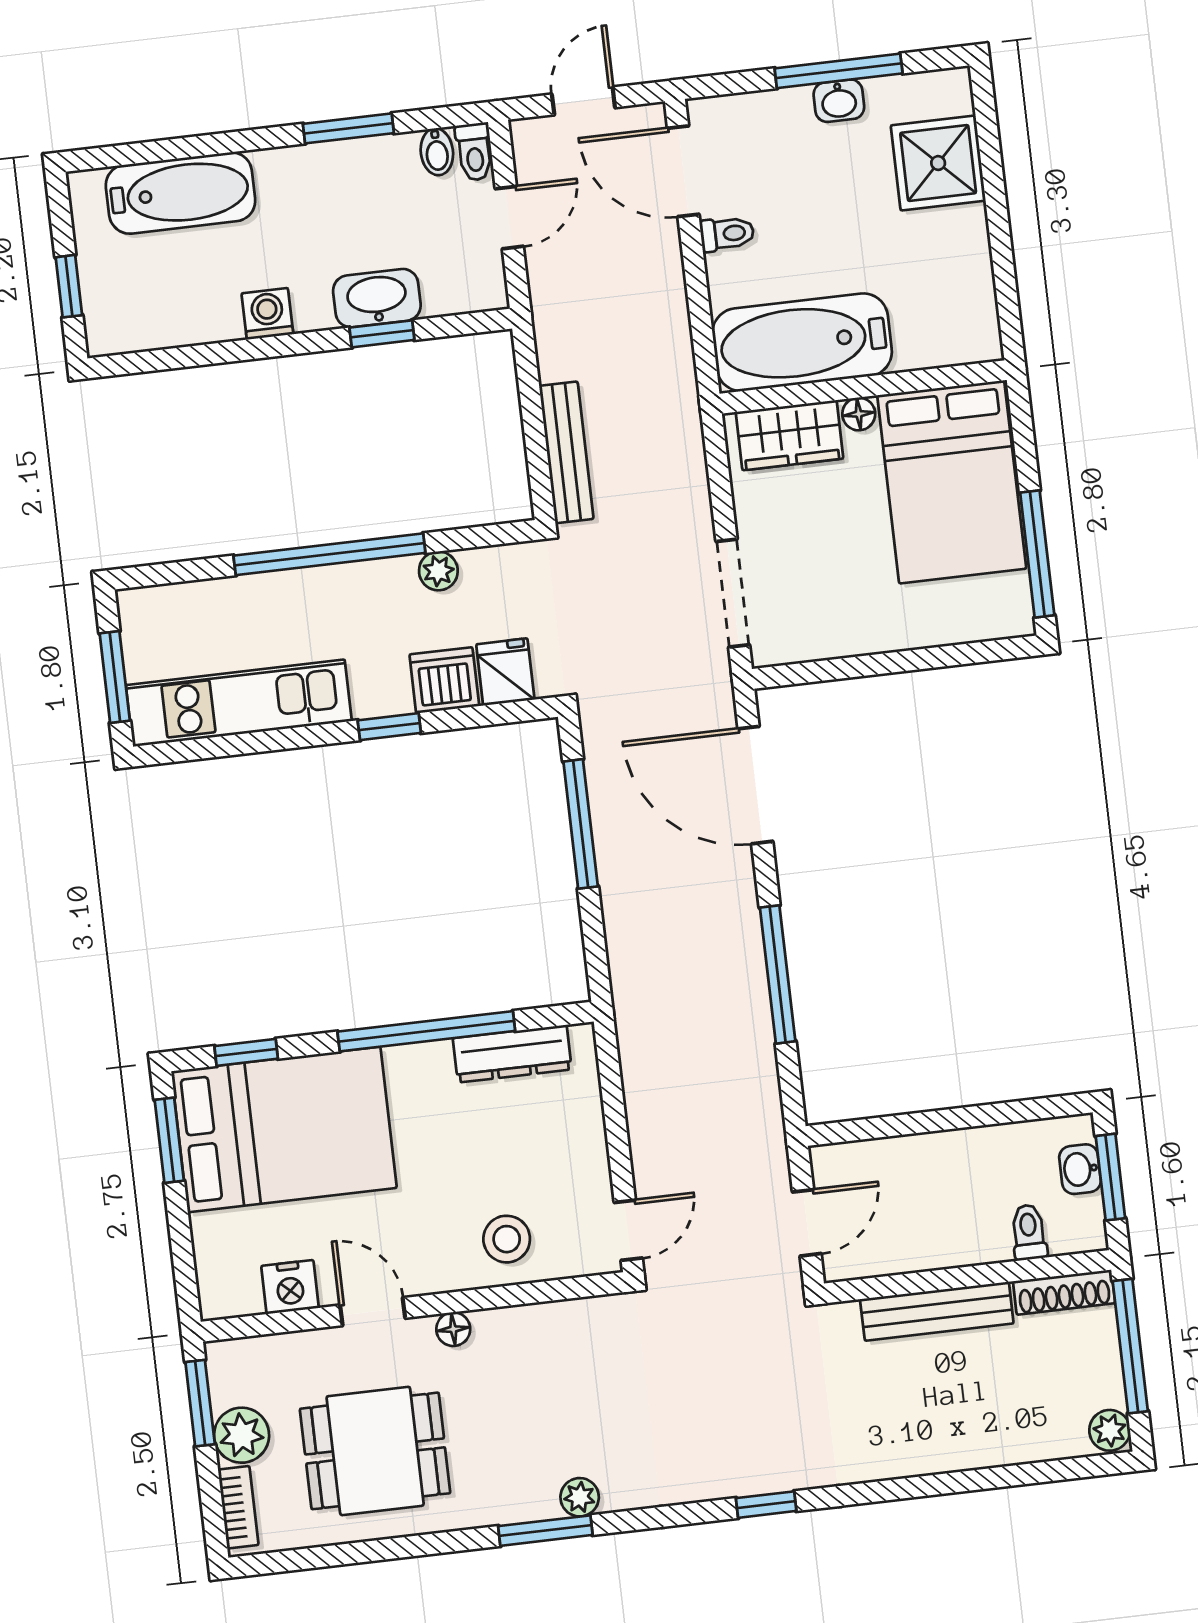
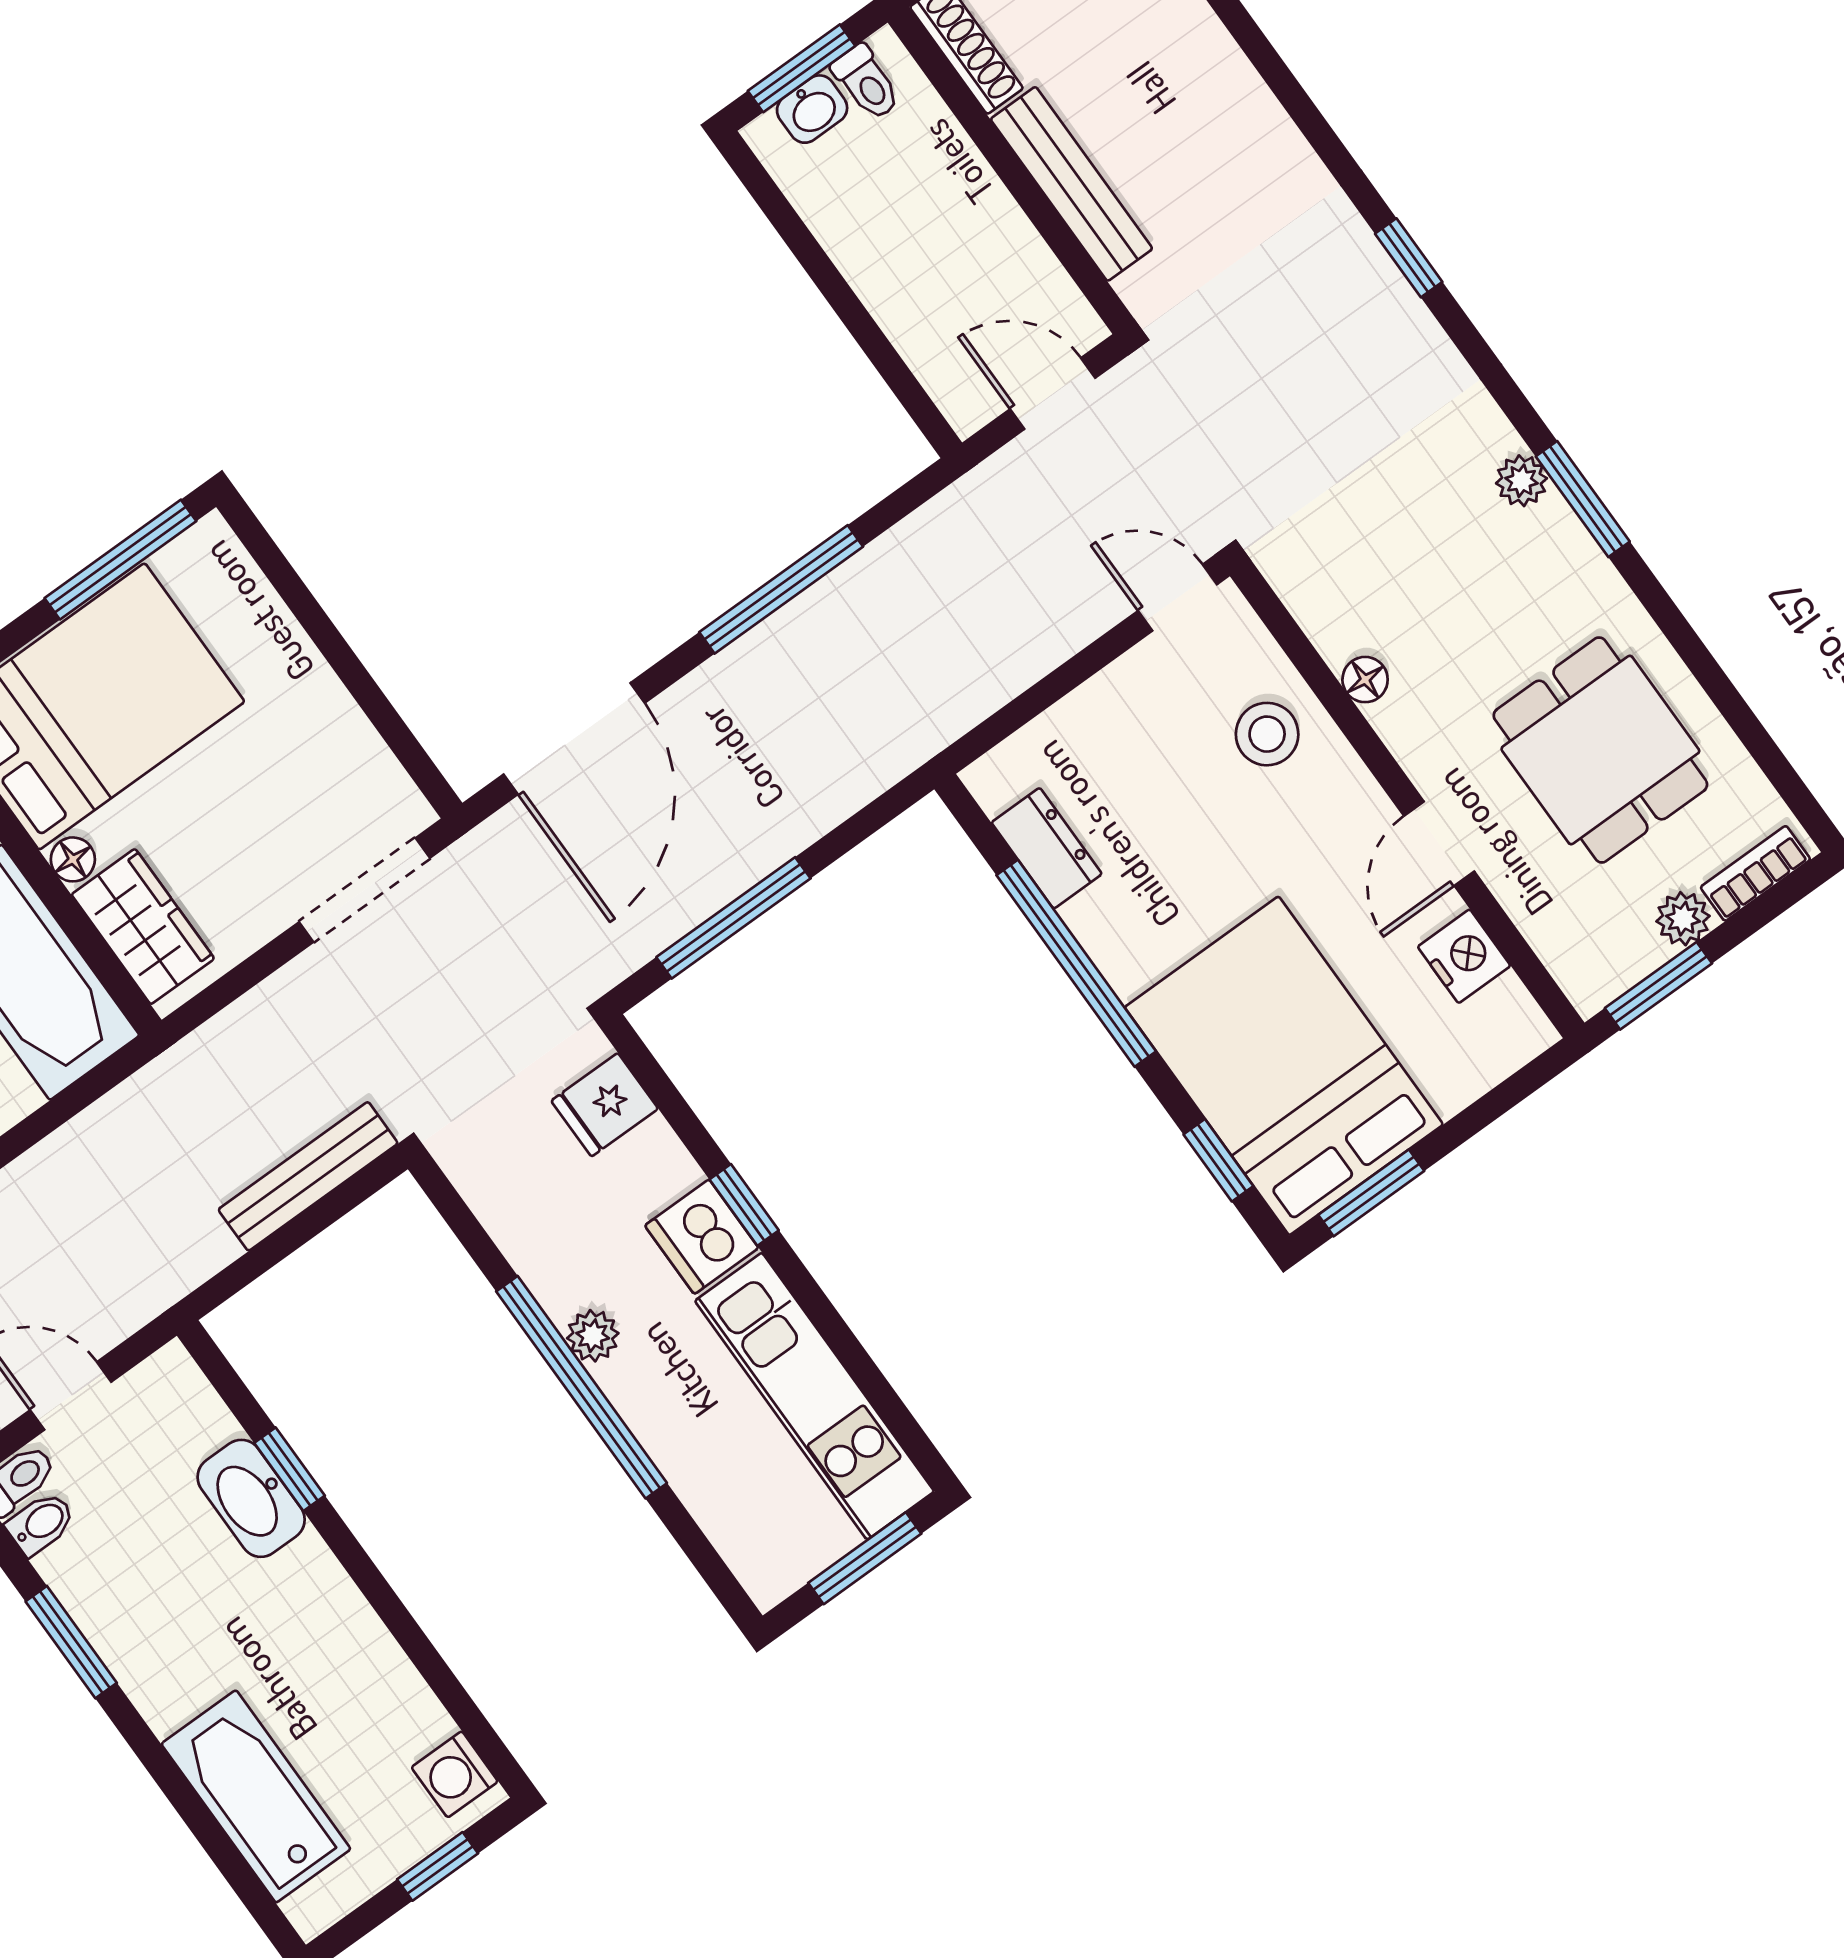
washing machine: (267, 314) -> (455, 1774), moved
plant: (438, 571) -> (593, 1336), moved
dishwasher: (444, 680) -> (702, 1237), moved
dresser: (512, 1054) -> (1047, 848), width x0.70
toilet: (1029, 1232) -> (866, 82), moved, turned -90
floor lamp: (453, 1329) -> (1365, 680), moved
plant: (242, 1435) -> (1683, 919), width x0.73, depth x0.73

